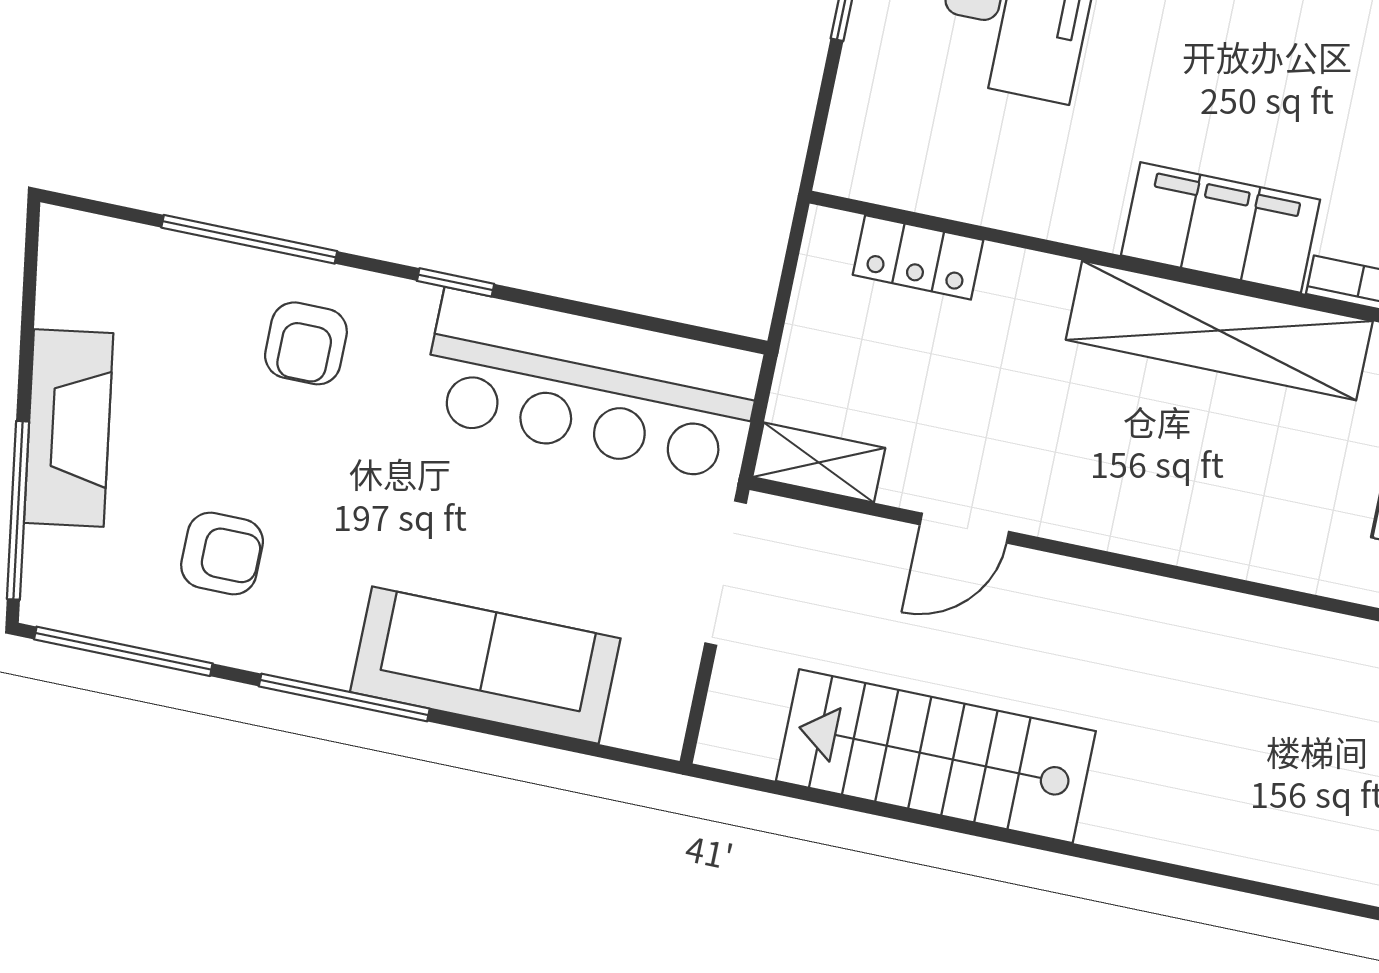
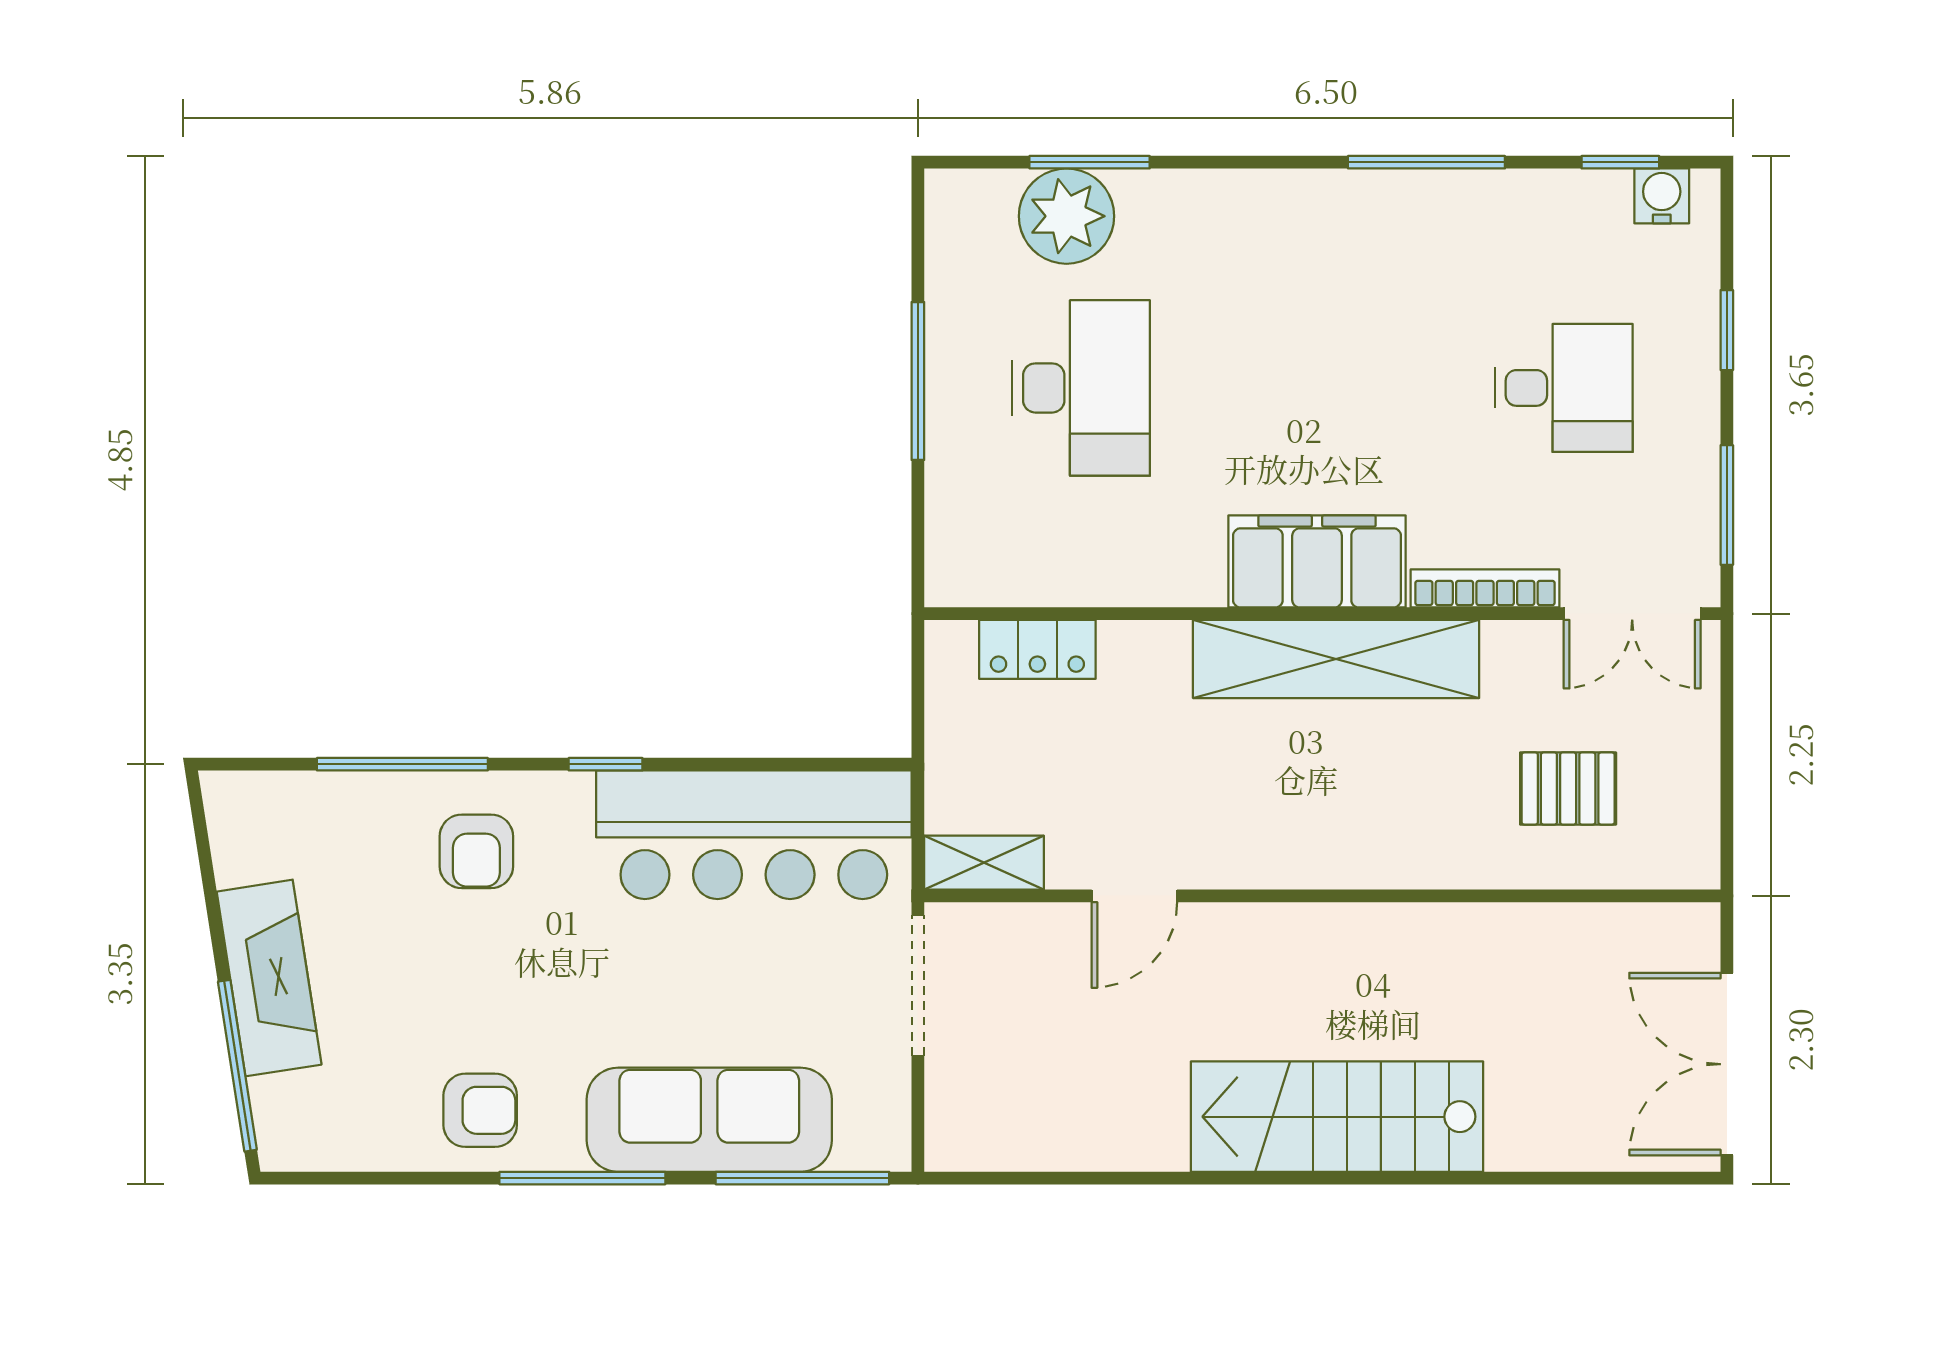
armchair: (222, 554) -> (480, 1110), moved
window: (123, 651) -> (802, 1178), moved
stairs: (936, 756) -> (1337, 1117), moved

